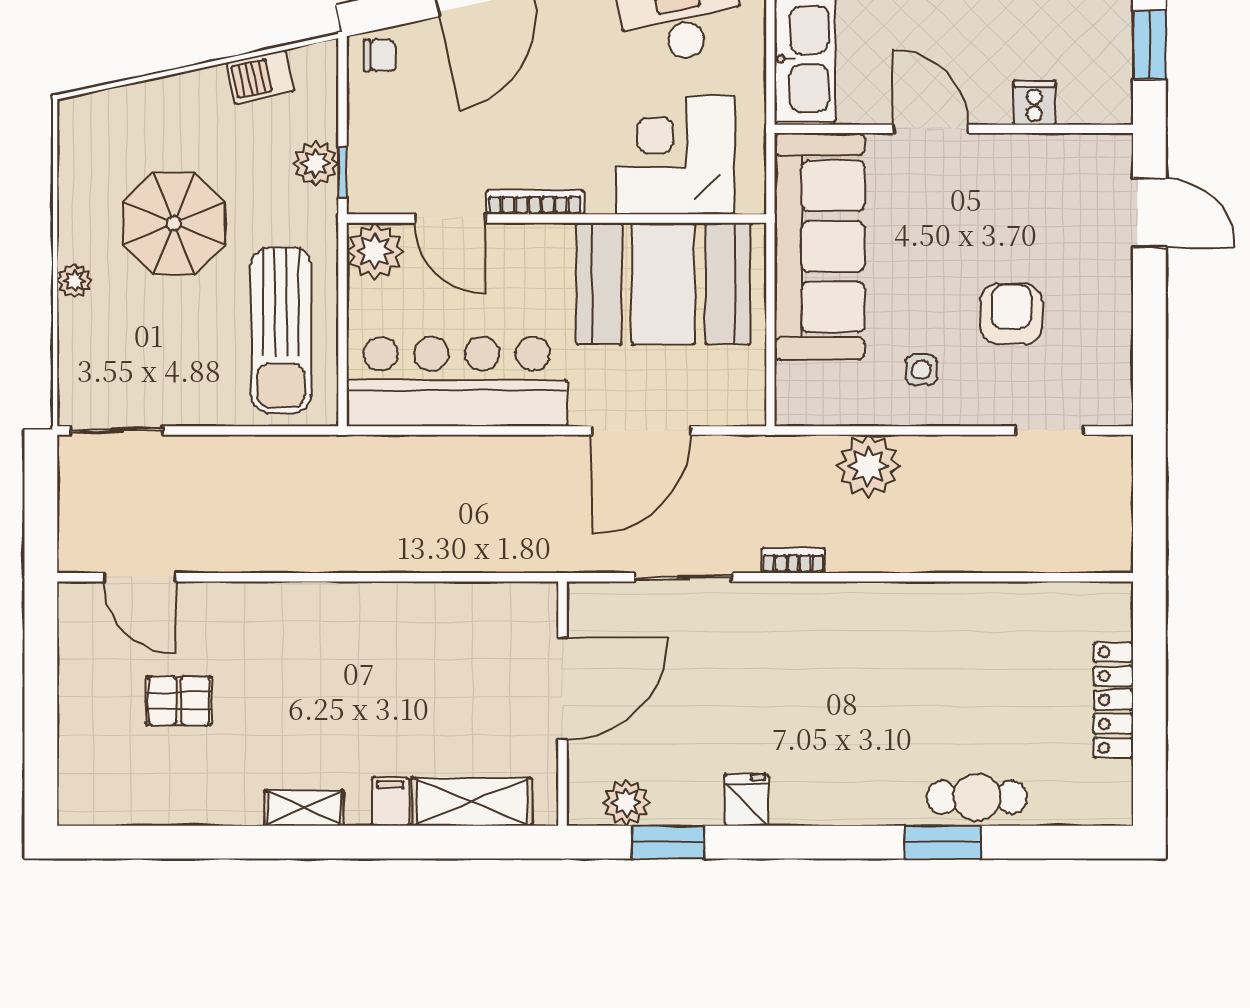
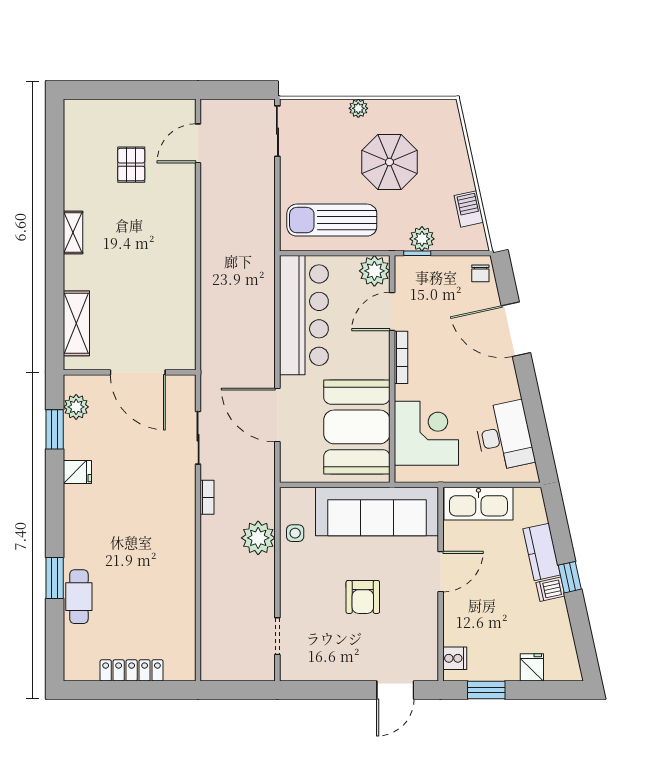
cooker: (1034, 103) -> (455, 658), moved
armchair: (1011, 314) -> (363, 597), moved, turned 90
side table: (921, 370) -> (295, 533), moved
filing cabinet: (390, 802) -> (77, 279), removed

